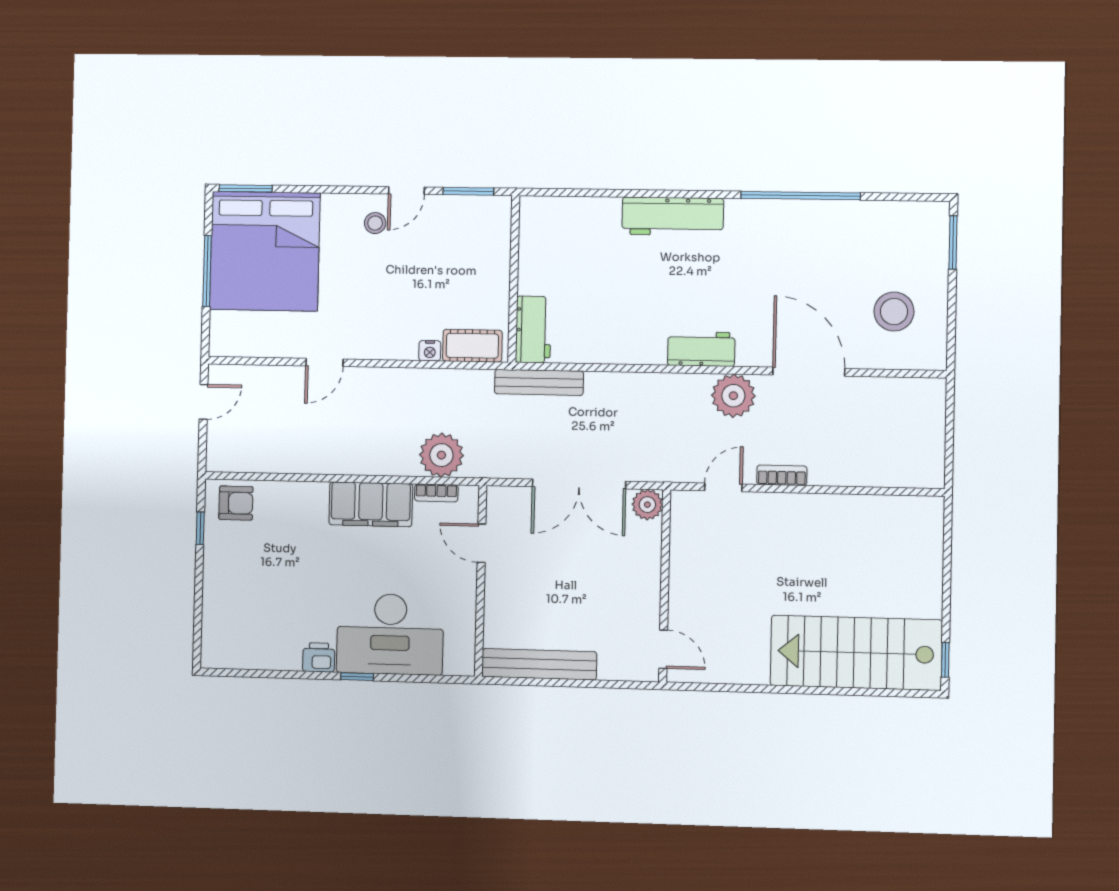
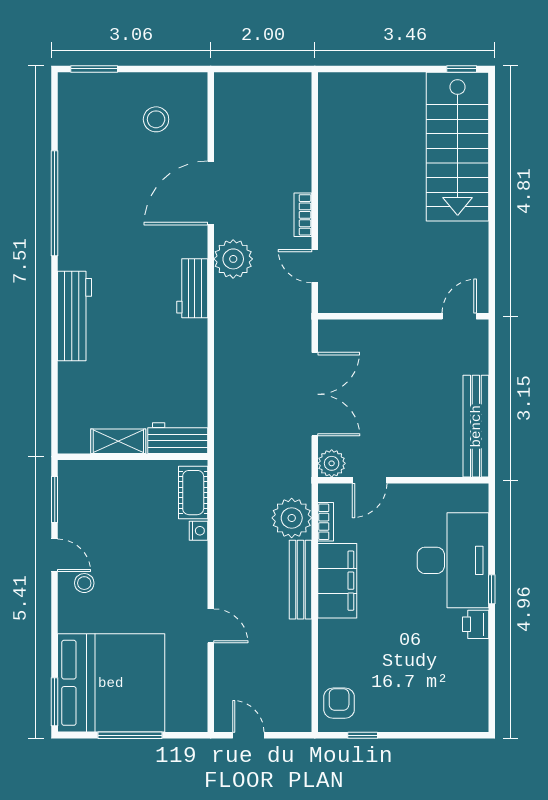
shelving: (531, 263) -> (118, 441), added
stool: (894, 312) -> (156, 119), width x0.73, depth x0.73
bench: (539, 382) -> (301, 580), moved
plant: (647, 505) -> (332, 463), moved

